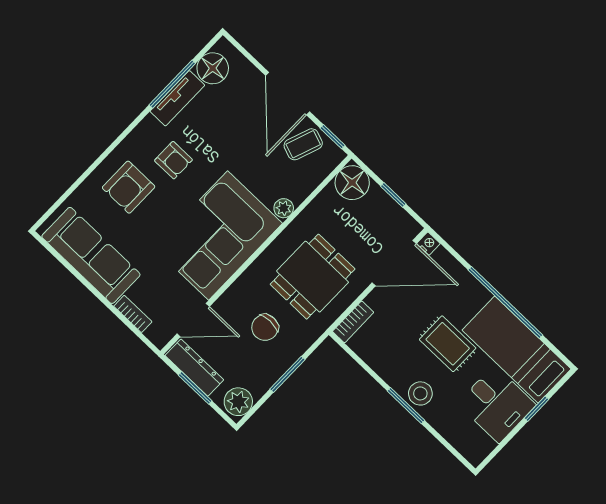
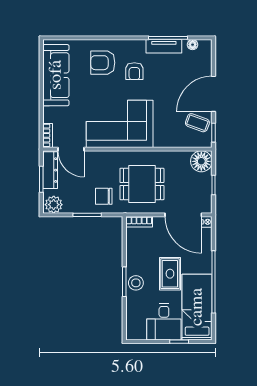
floor lamp: (213, 68) -> (193, 45), width x0.53, depth x0.53
plant: (284, 208) -> (160, 141), removed
bookcase: (133, 314) -> (48, 135), moved
chair: (265, 327) -> (104, 196), moved

